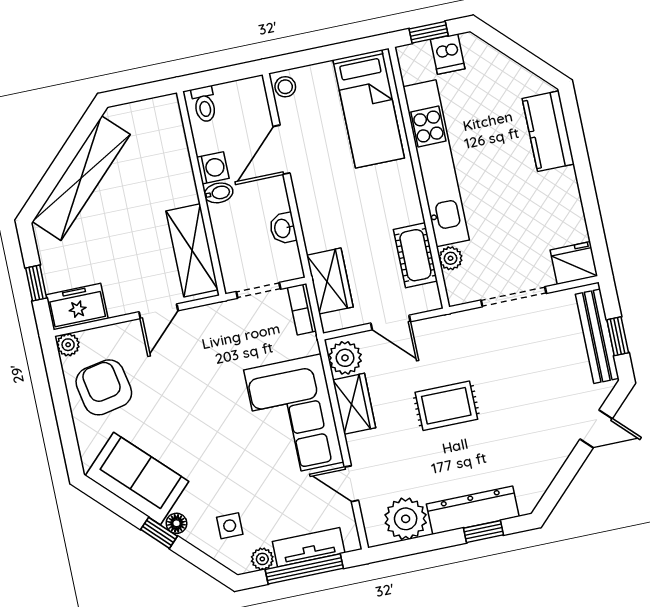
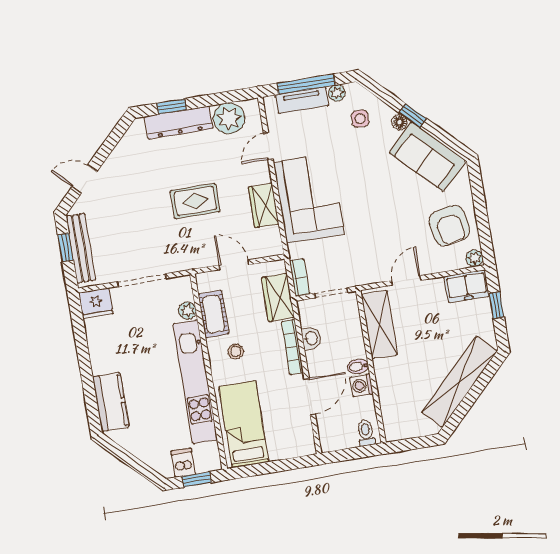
stool: (285, 87) -> (236, 351), moved
bookcase: (308, 215) -> (292, 347), added
plant: (345, 358) -> (269, 240), removed
door: (351, 484) -> (268, 146), swing flipped

